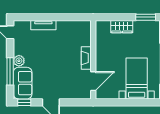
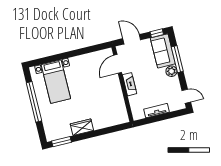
fireplace: (86, 58) -> (130, 84), moved
wall: (93, 60) -> (123, 84), moved
door: (93, 81) -> (118, 64), moved

